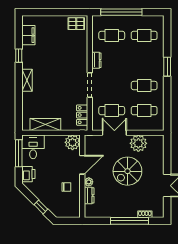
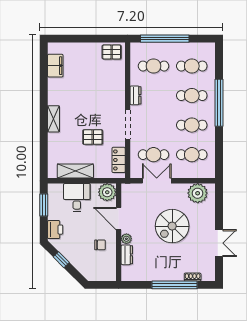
window: (19, 56) -> (44, 90), removed
cafe table: (144, 60) -> (192, 96), added
window: (167, 67) -> (219, 103), width x2.11
pallet: (60, 96) -> (93, 137), added
plant: (138, 143) -> (198, 193), moved
desk: (33, 147) -> (77, 197), moved
window: (19, 153) -> (44, 205), width x0.69
door: (82, 165) -> (119, 219), swing flipped
window: (41, 207) -> (61, 260), moved

